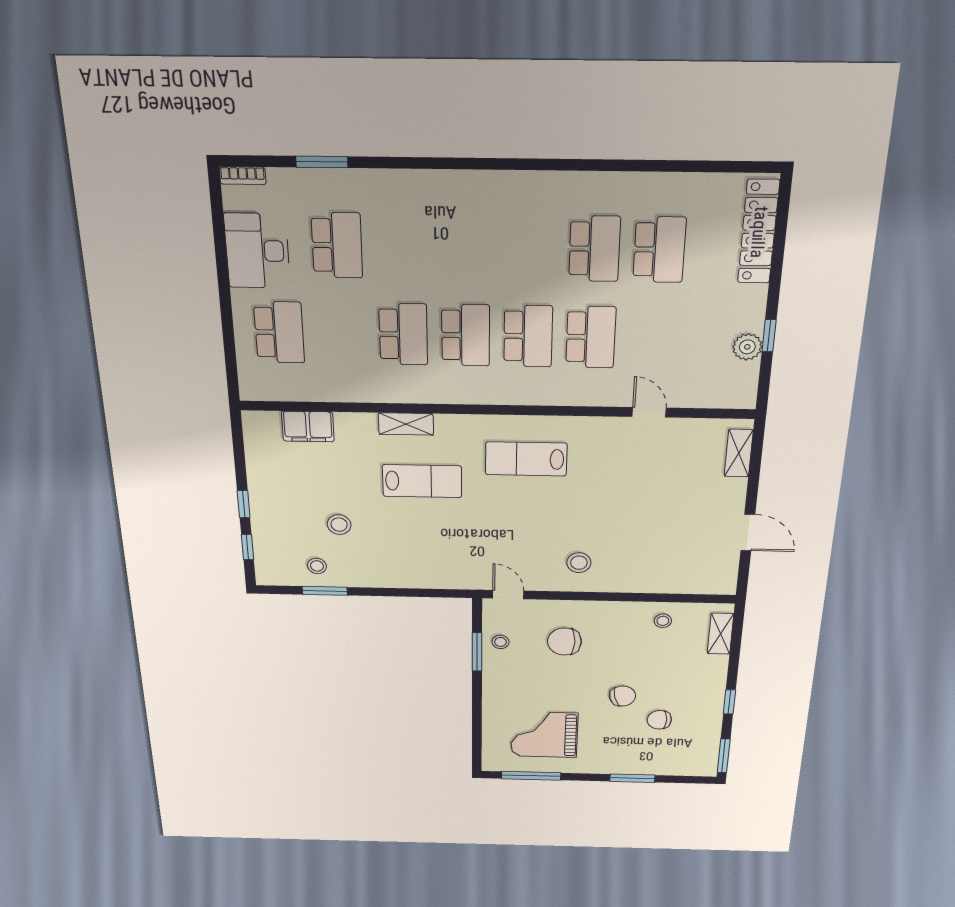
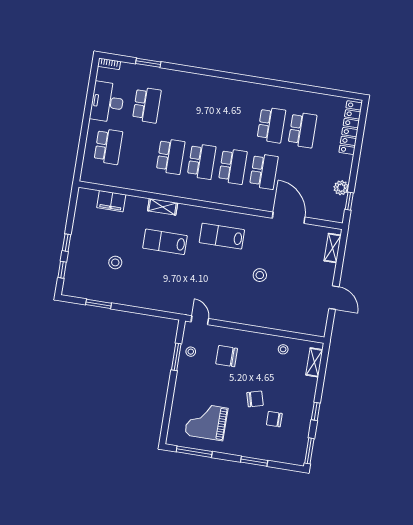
window: (769, 336) -> (349, 201), moved
door: (649, 412) -> (289, 218), width x1.88
lab bench: (422, 481) -> (165, 242), turned 180
stool: (579, 563) -> (260, 275), moved
stool: (317, 566) -> (98, 287), removed

